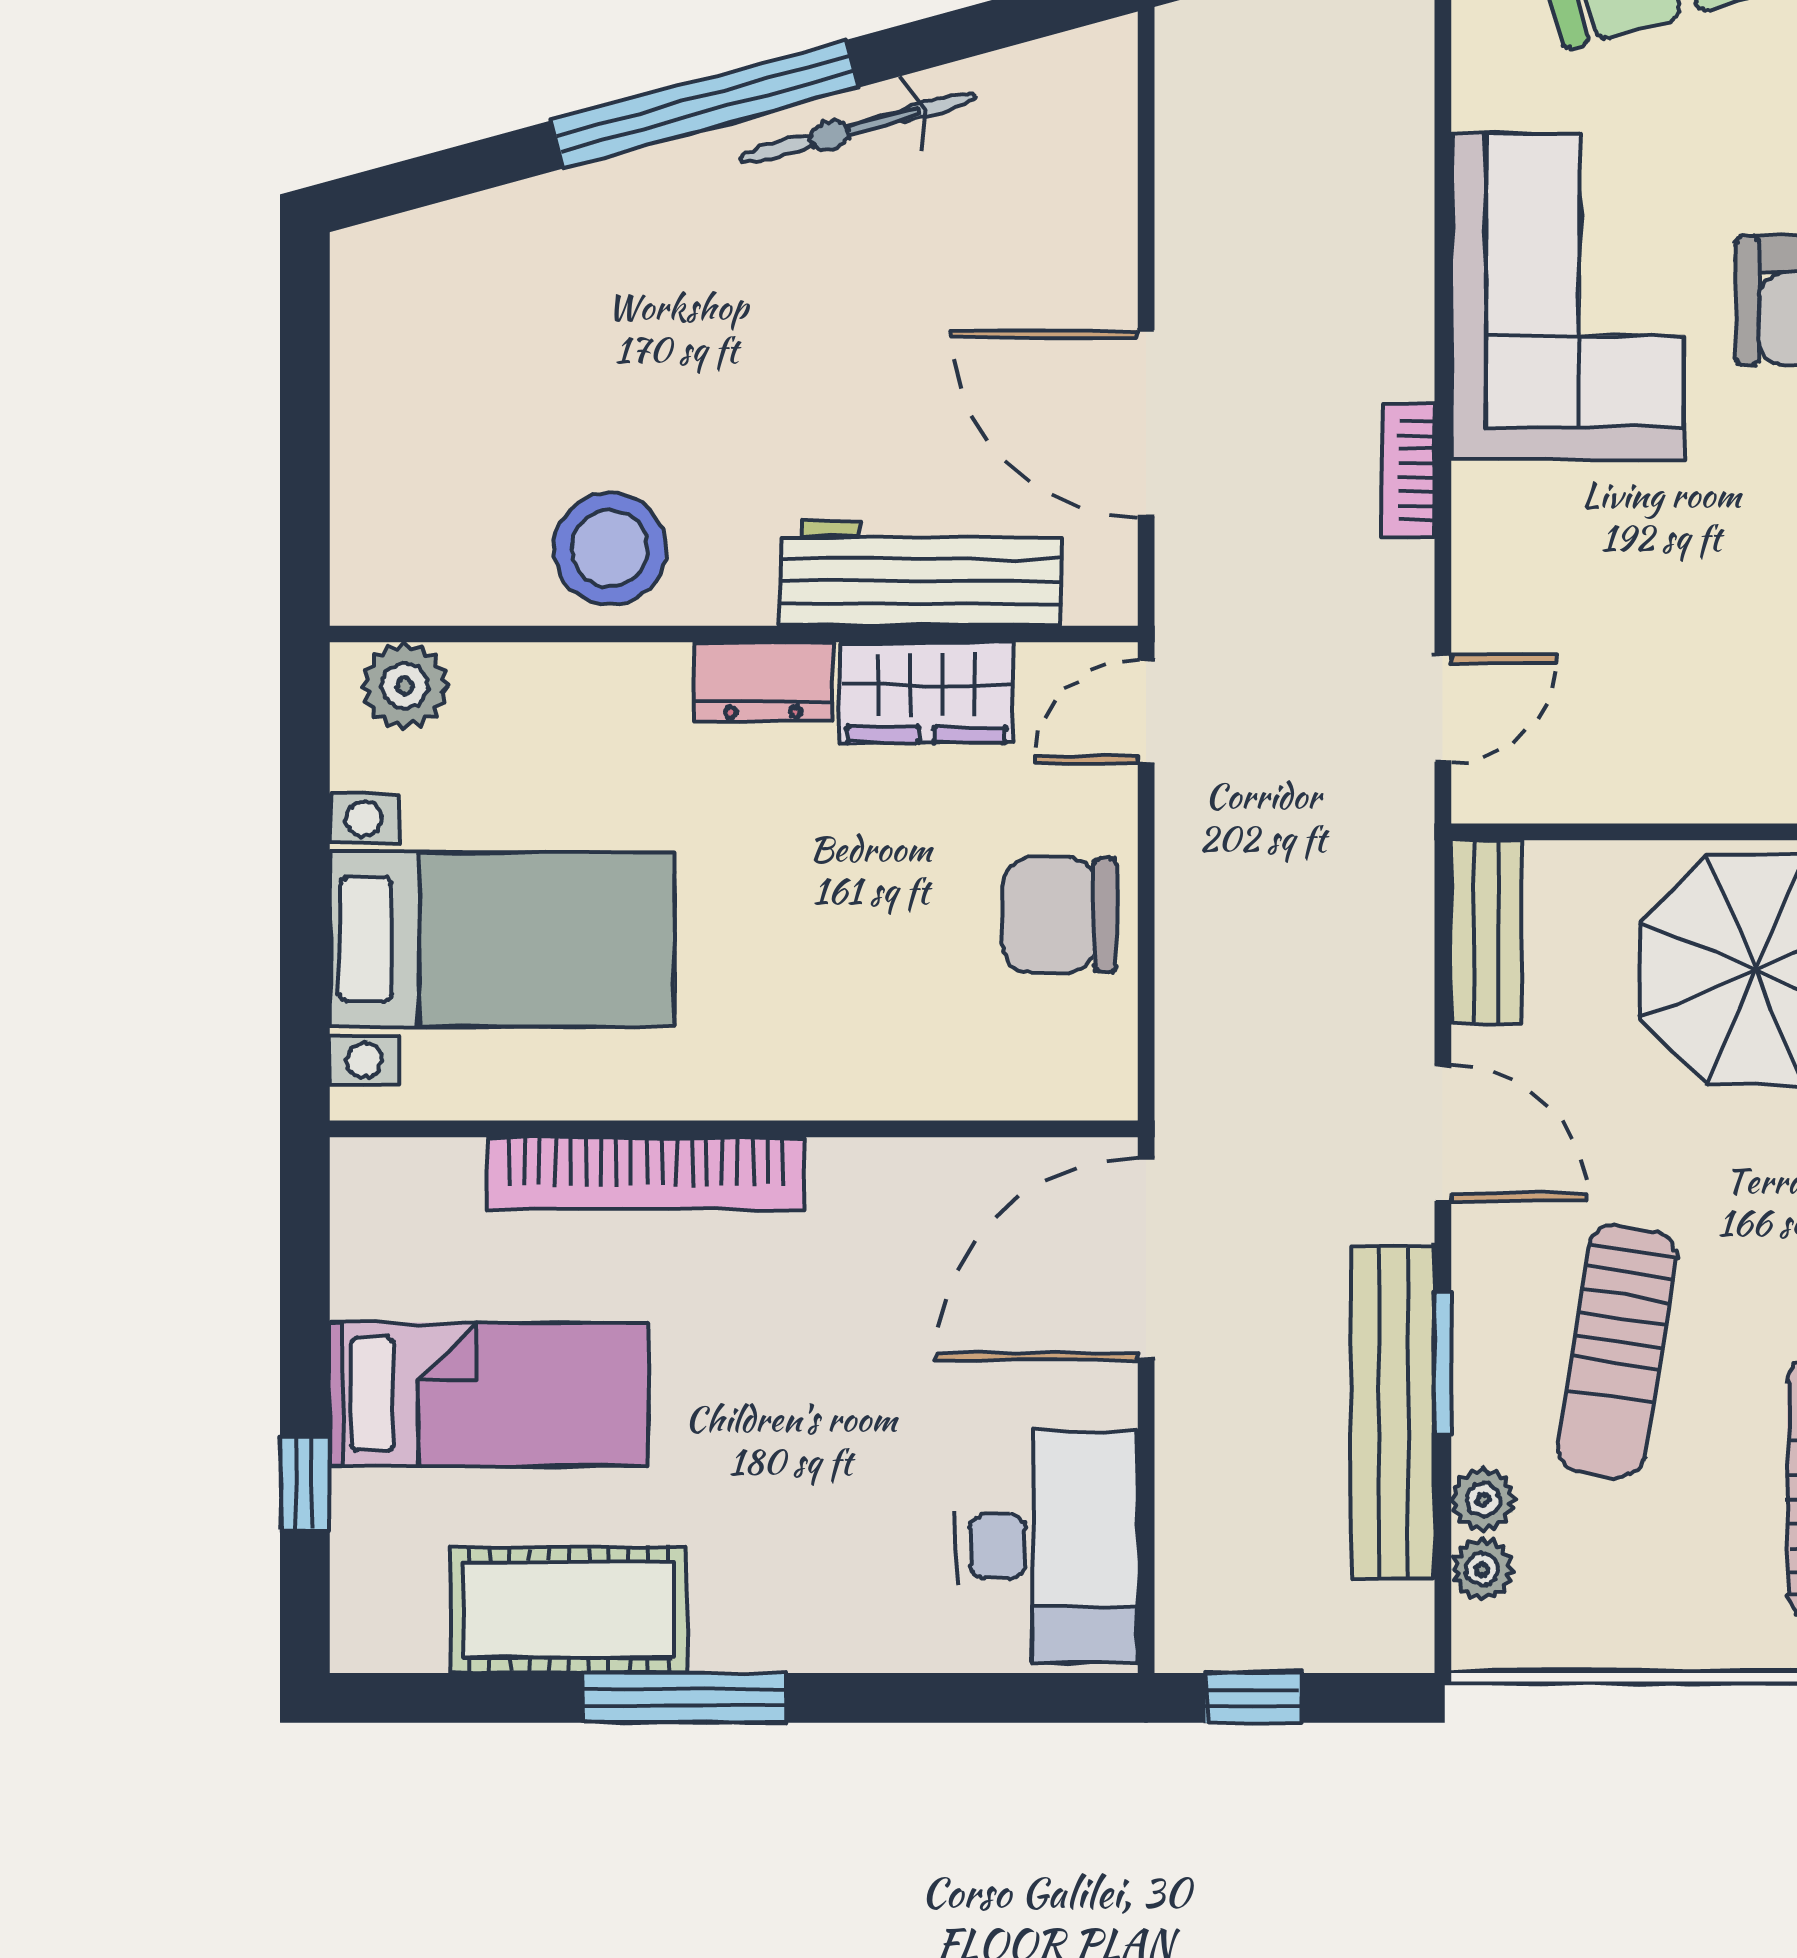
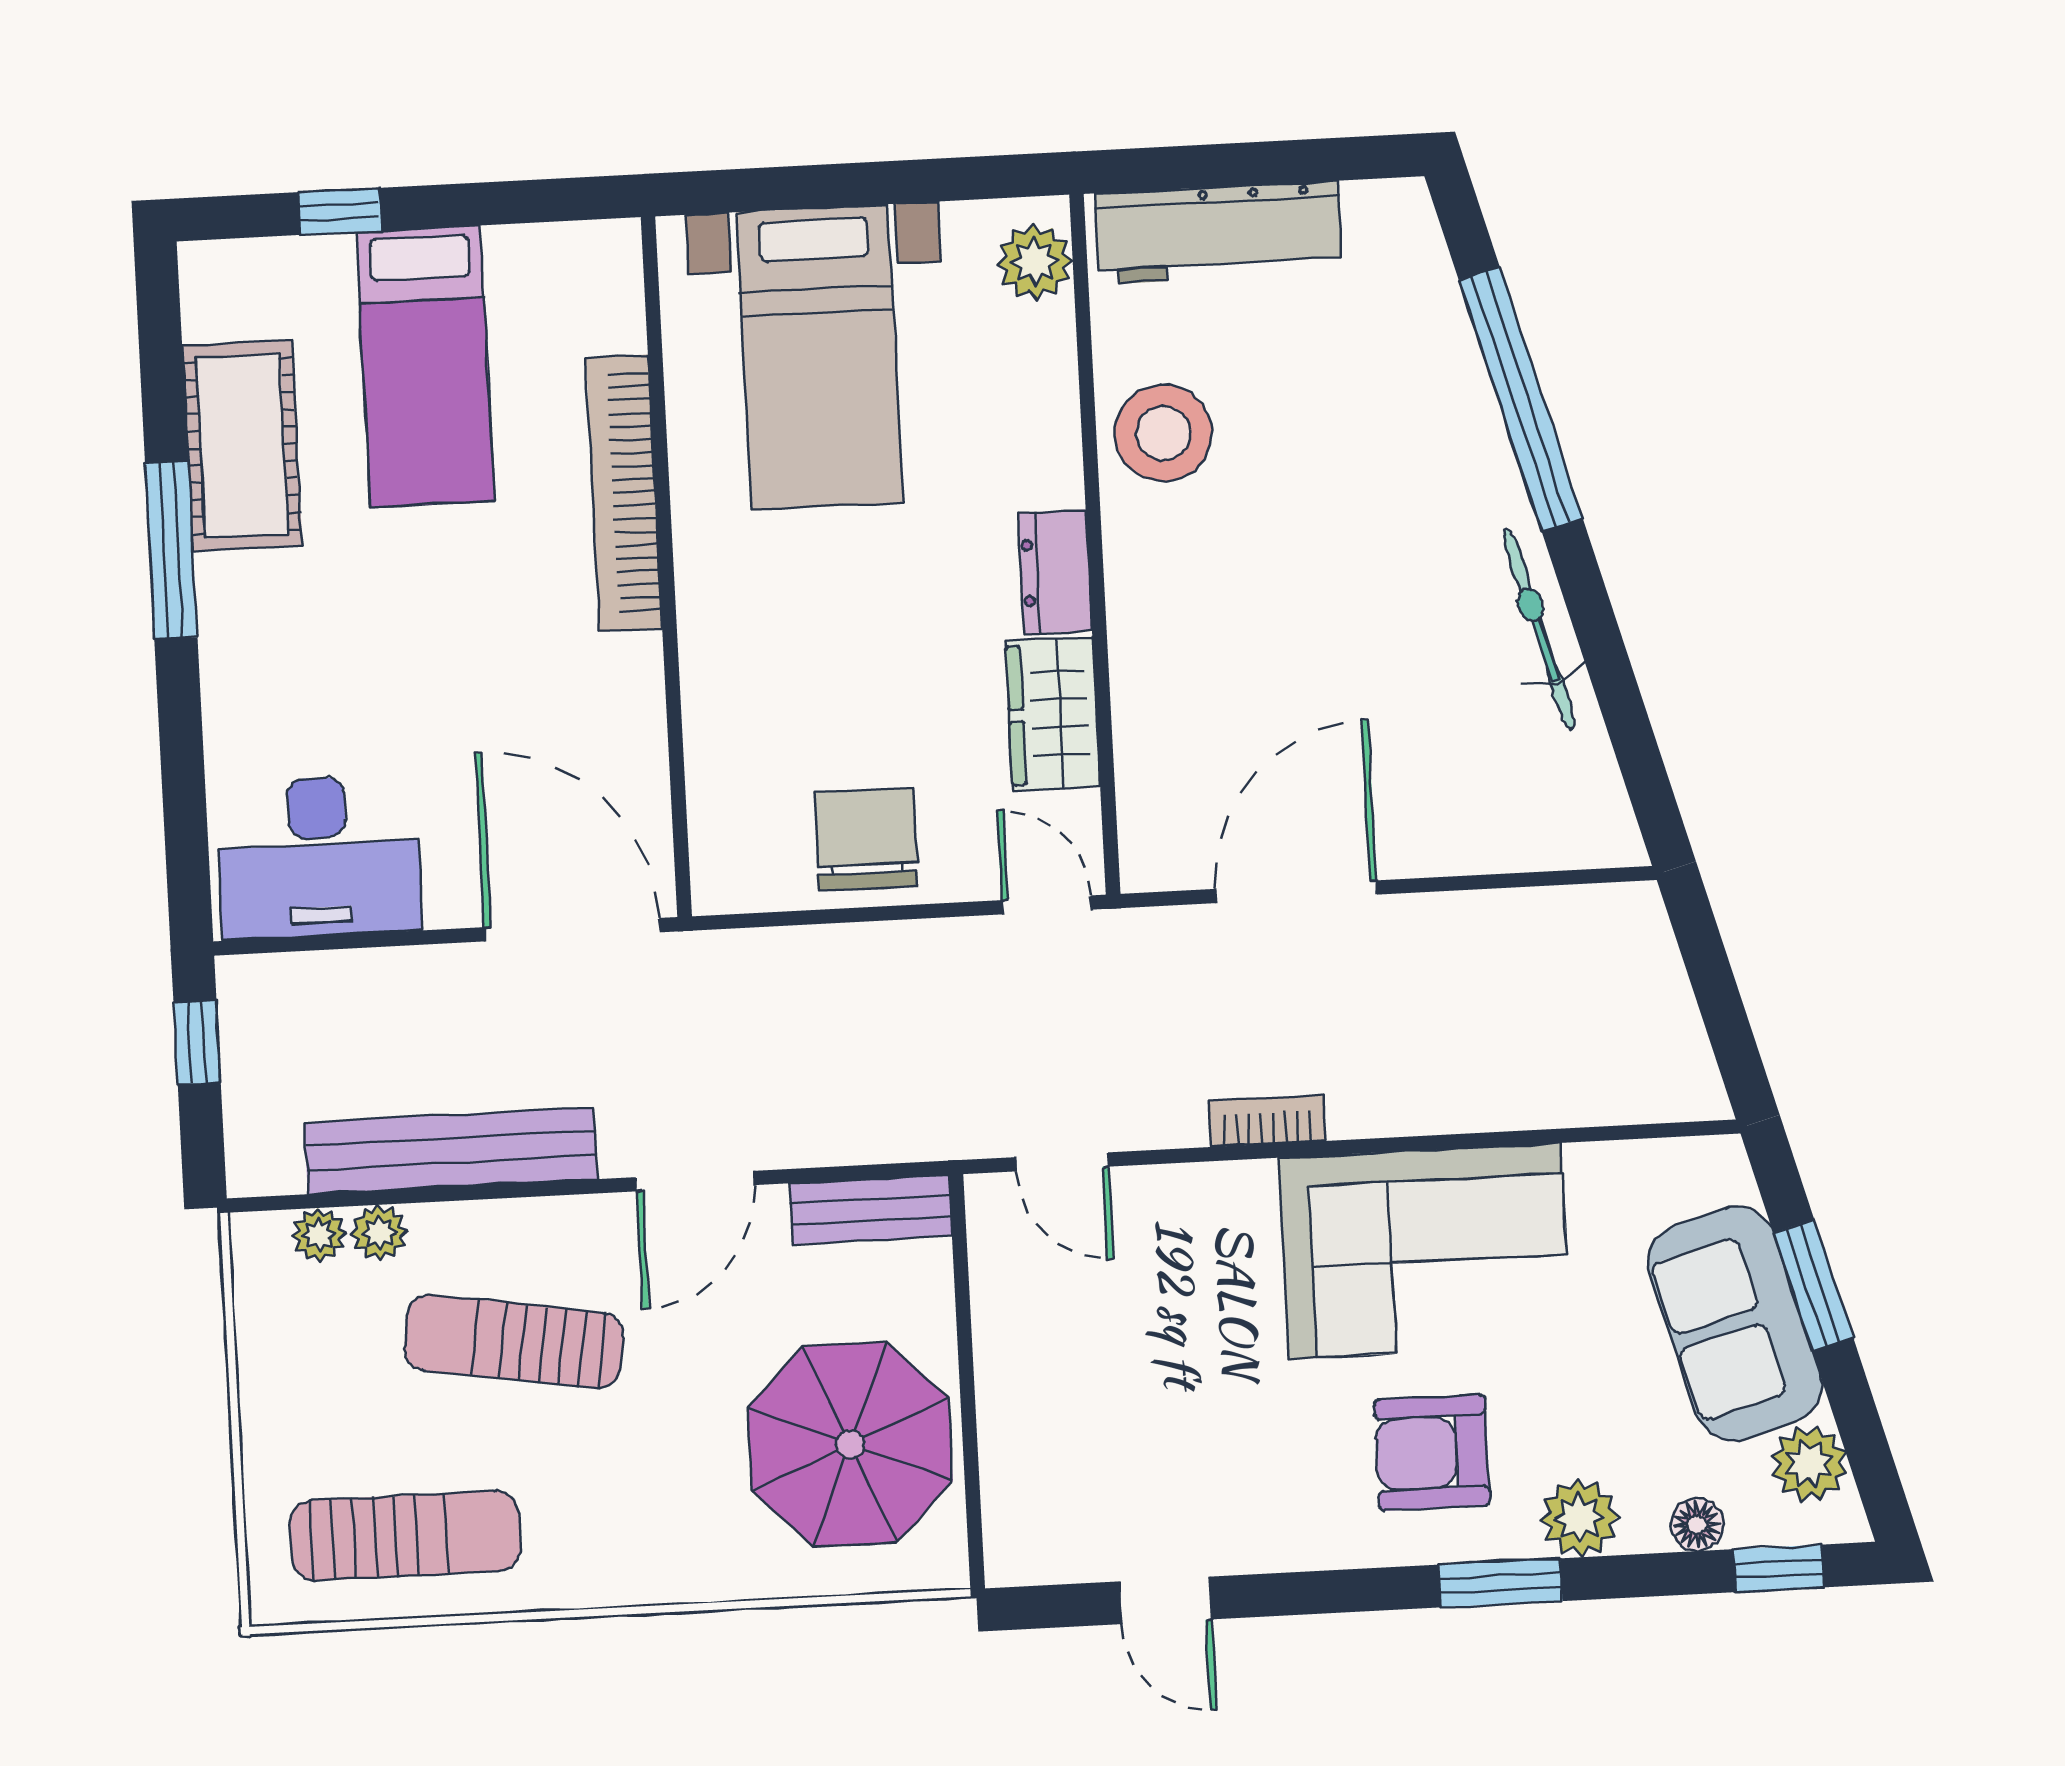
window: (705, 104) -> (1521, 399), moved
workbench: (921, 573) -> (1219, 233), moved, turned 90
window: (1443, 1363) -> (496, 1192), removed

